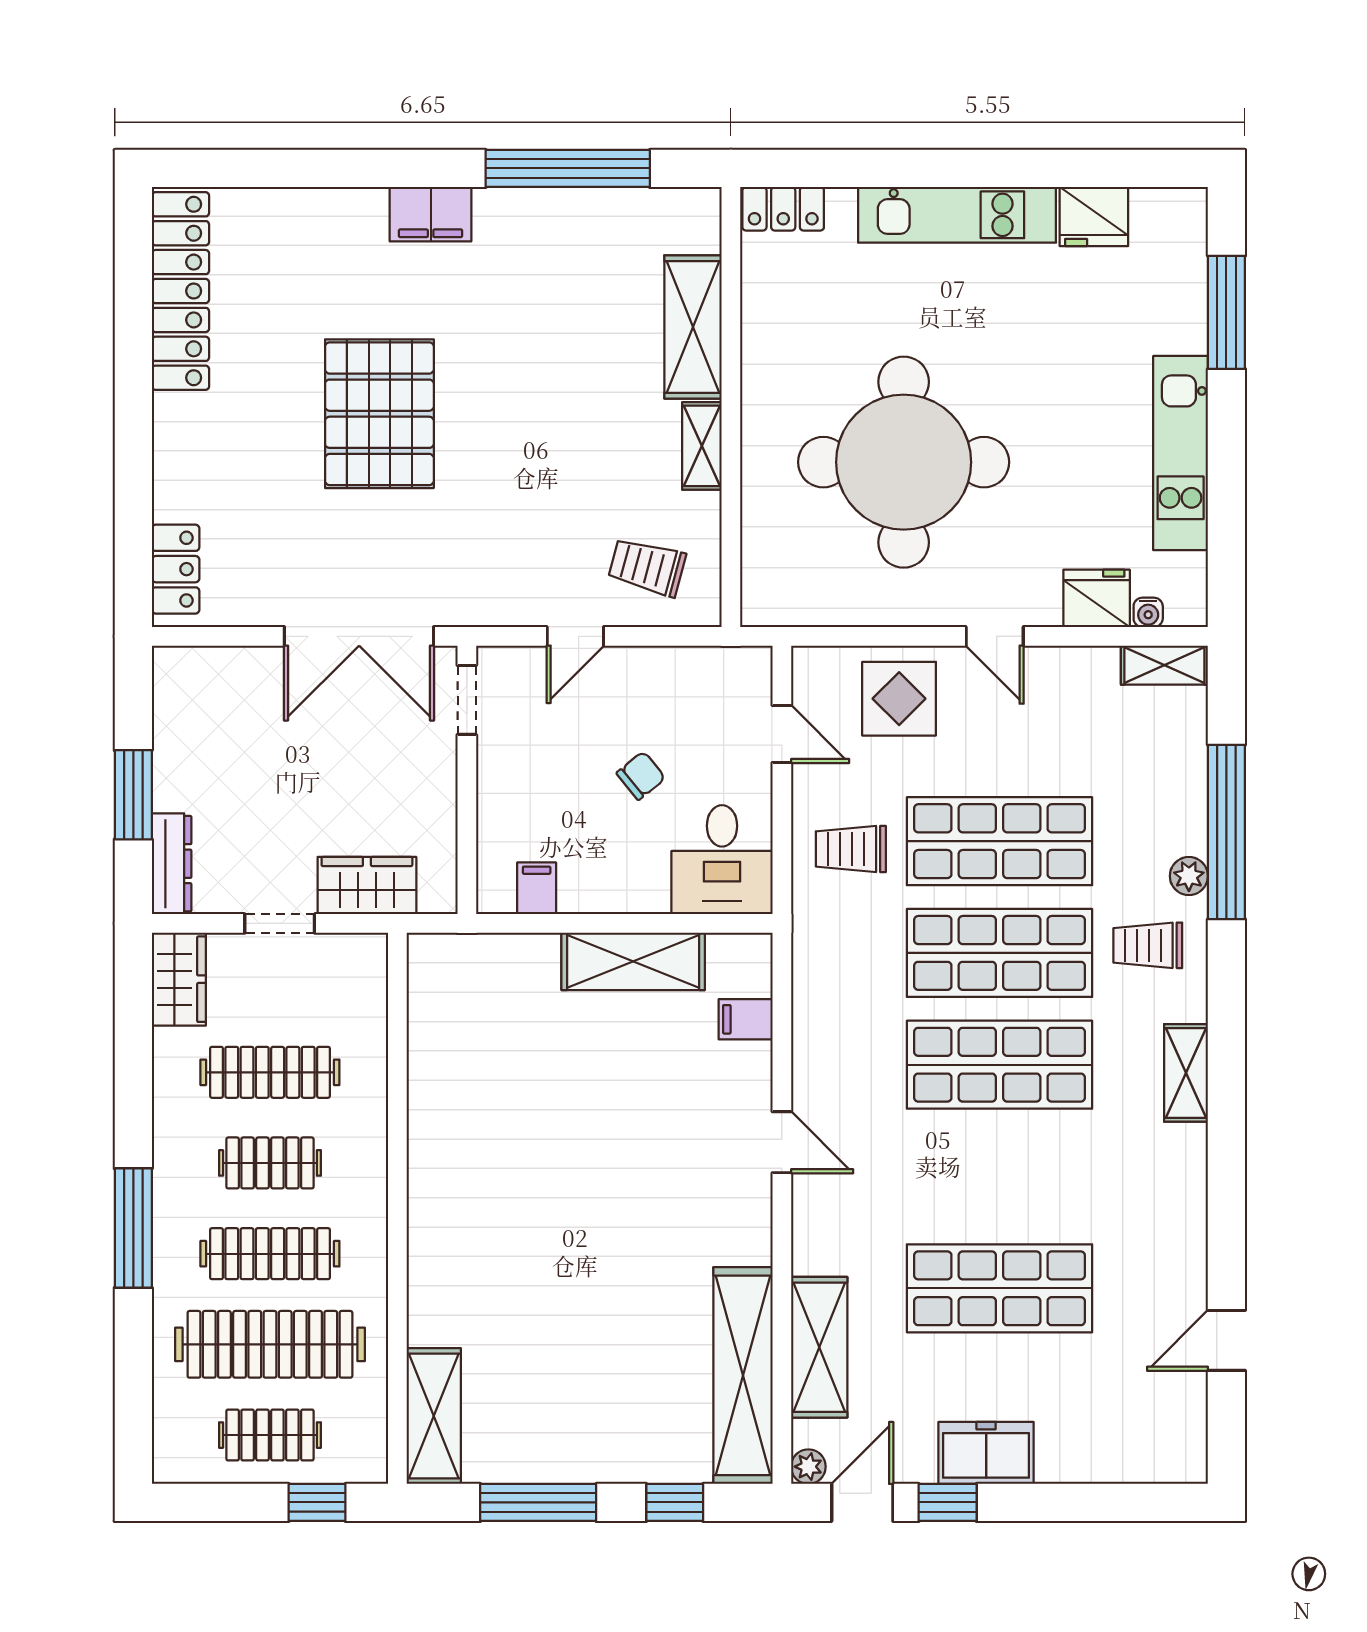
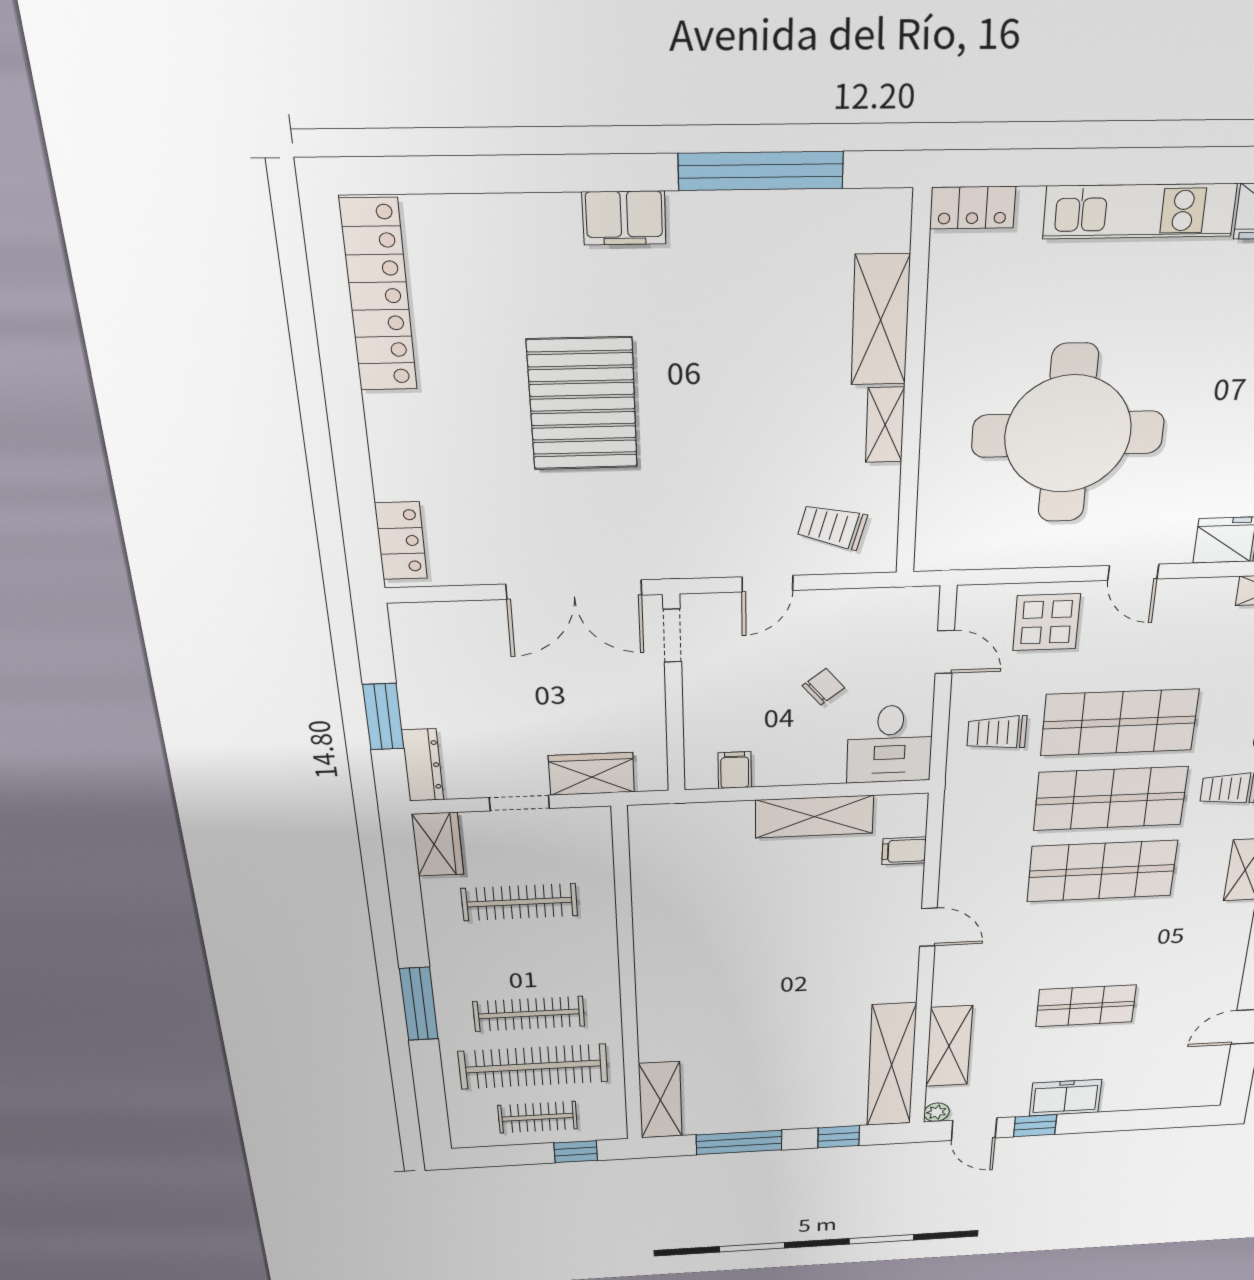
clothes rail: (270, 1163) -> (524, 959), removed
shop shelf: (999, 1288) -> (1086, 1006), width x0.70, depth x0.74
door: (862, 1502) -> (974, 1129), swing flipped

